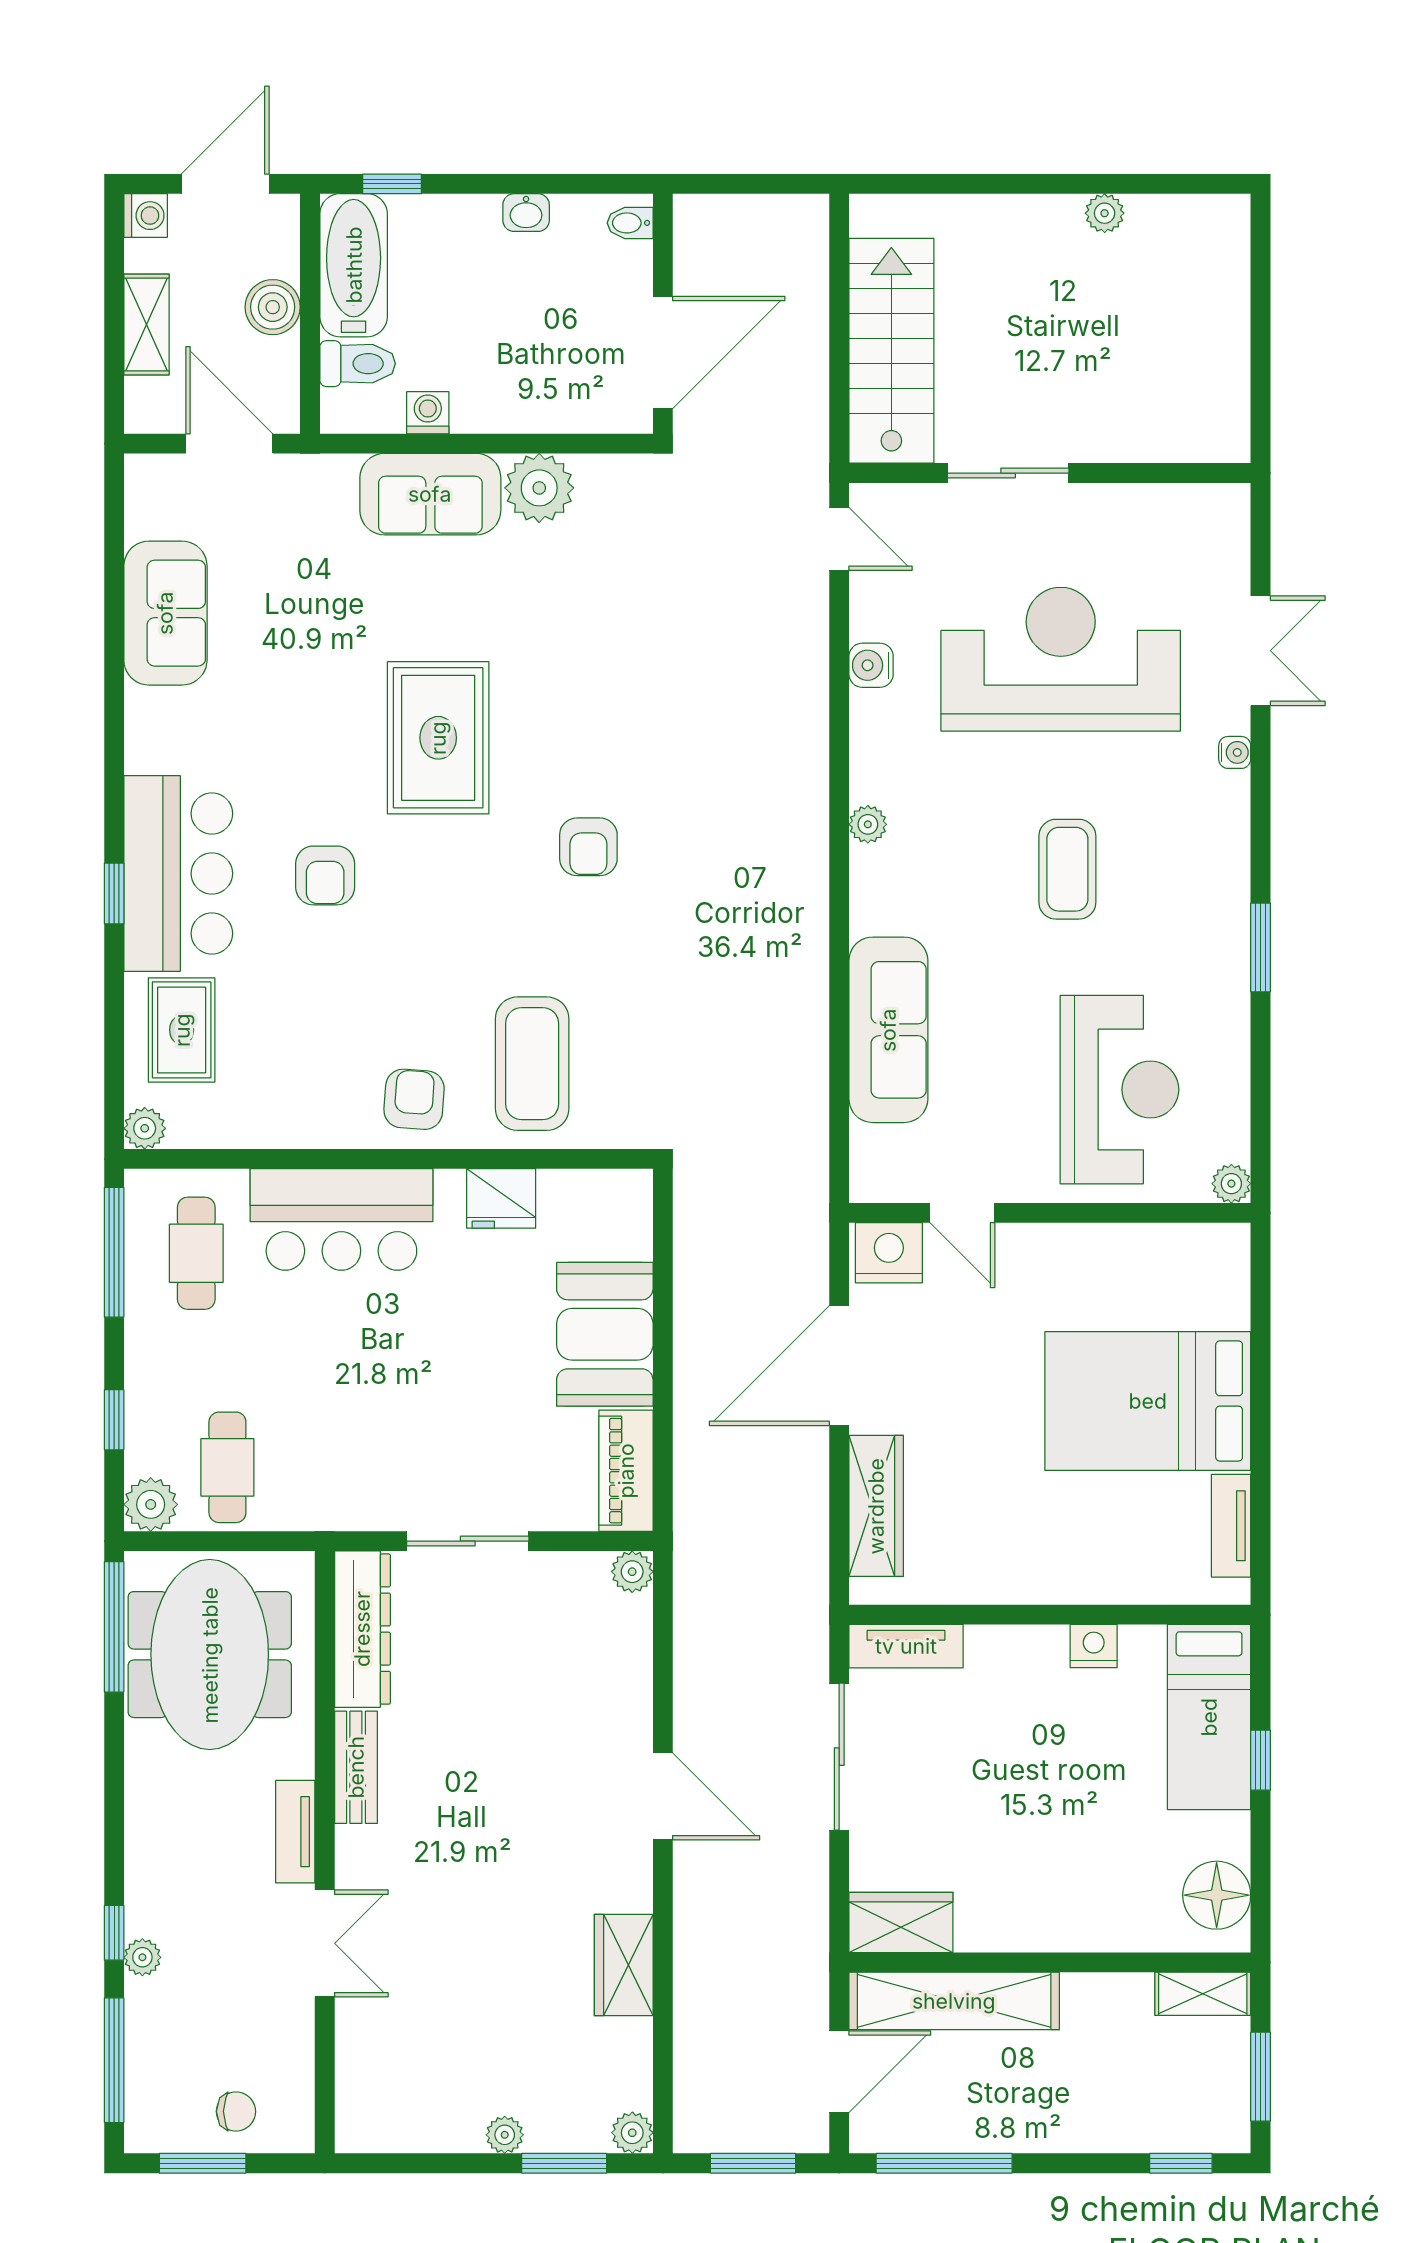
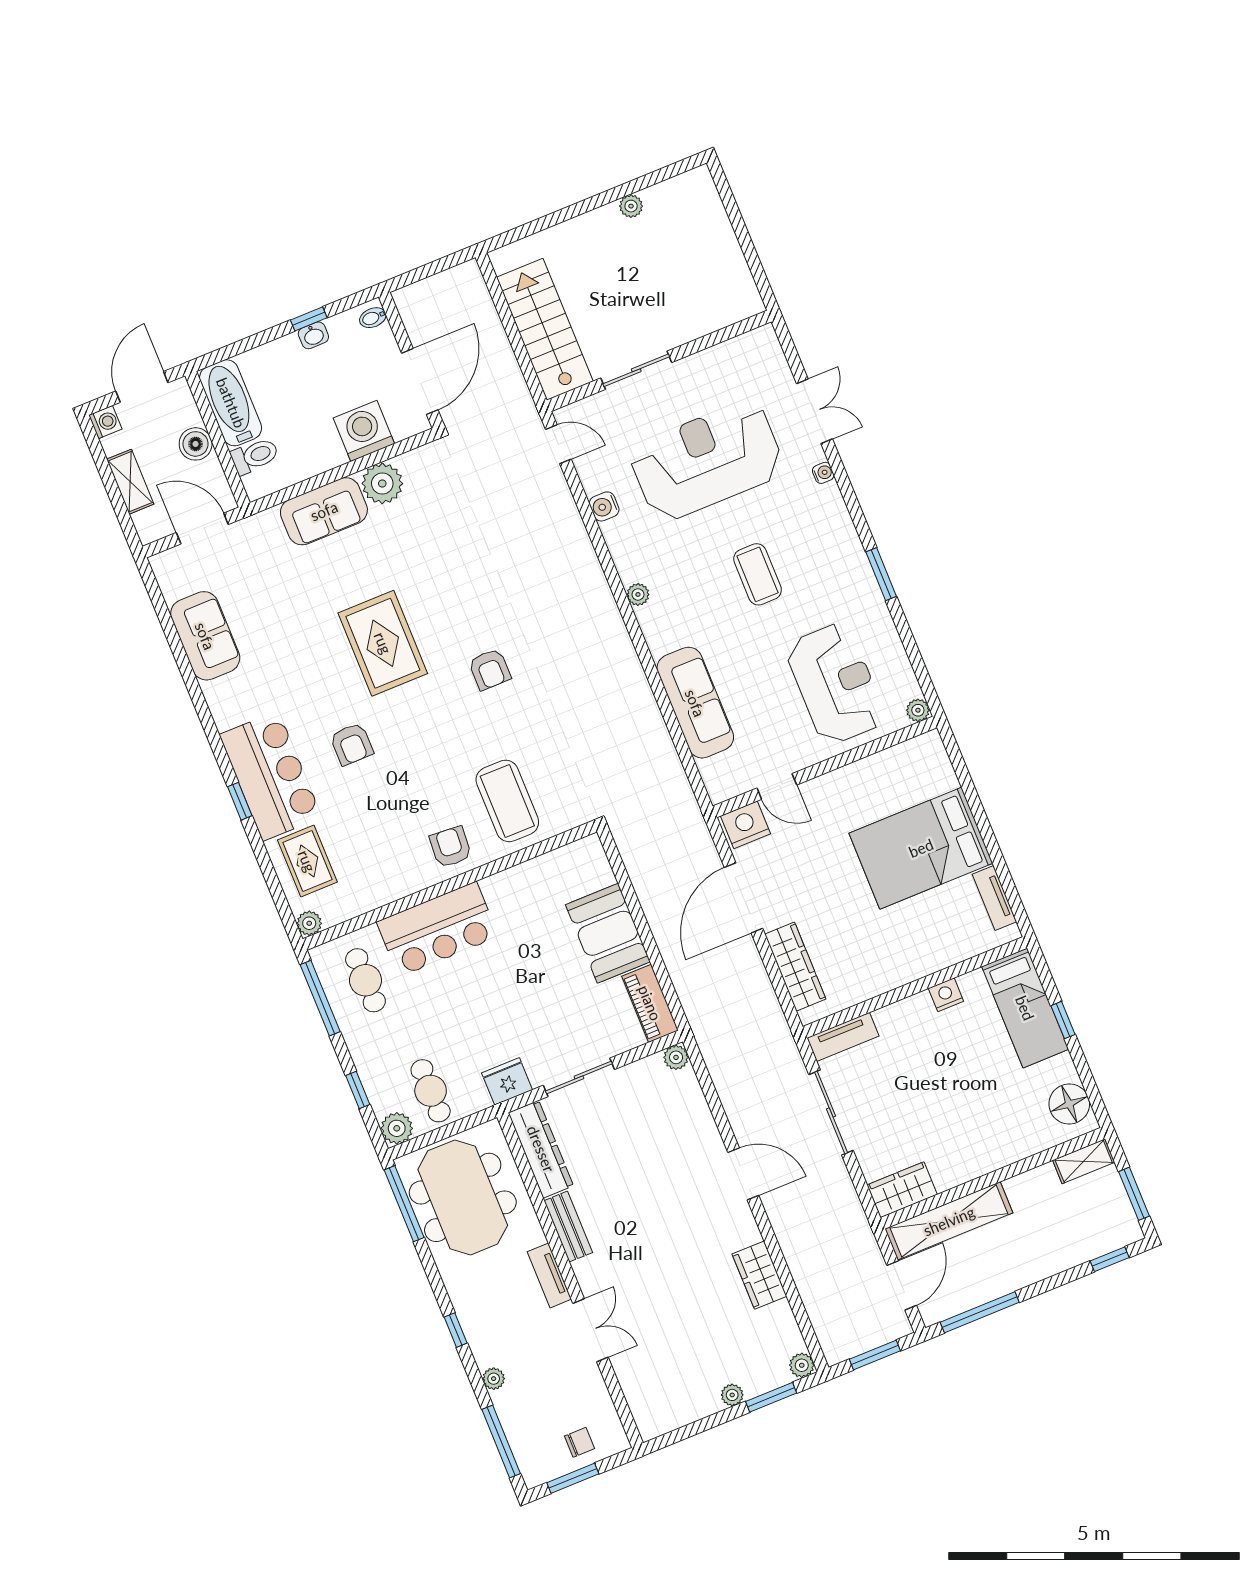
window: (392, 184) -> (309, 319), moved
washing machine: (428, 413) -> (364, 431), moved, width x1.89, depth x1.89
fridge: (501, 1198) -> (507, 1081), moved, turned 180
window: (114, 1933) -> (456, 1330), moved

